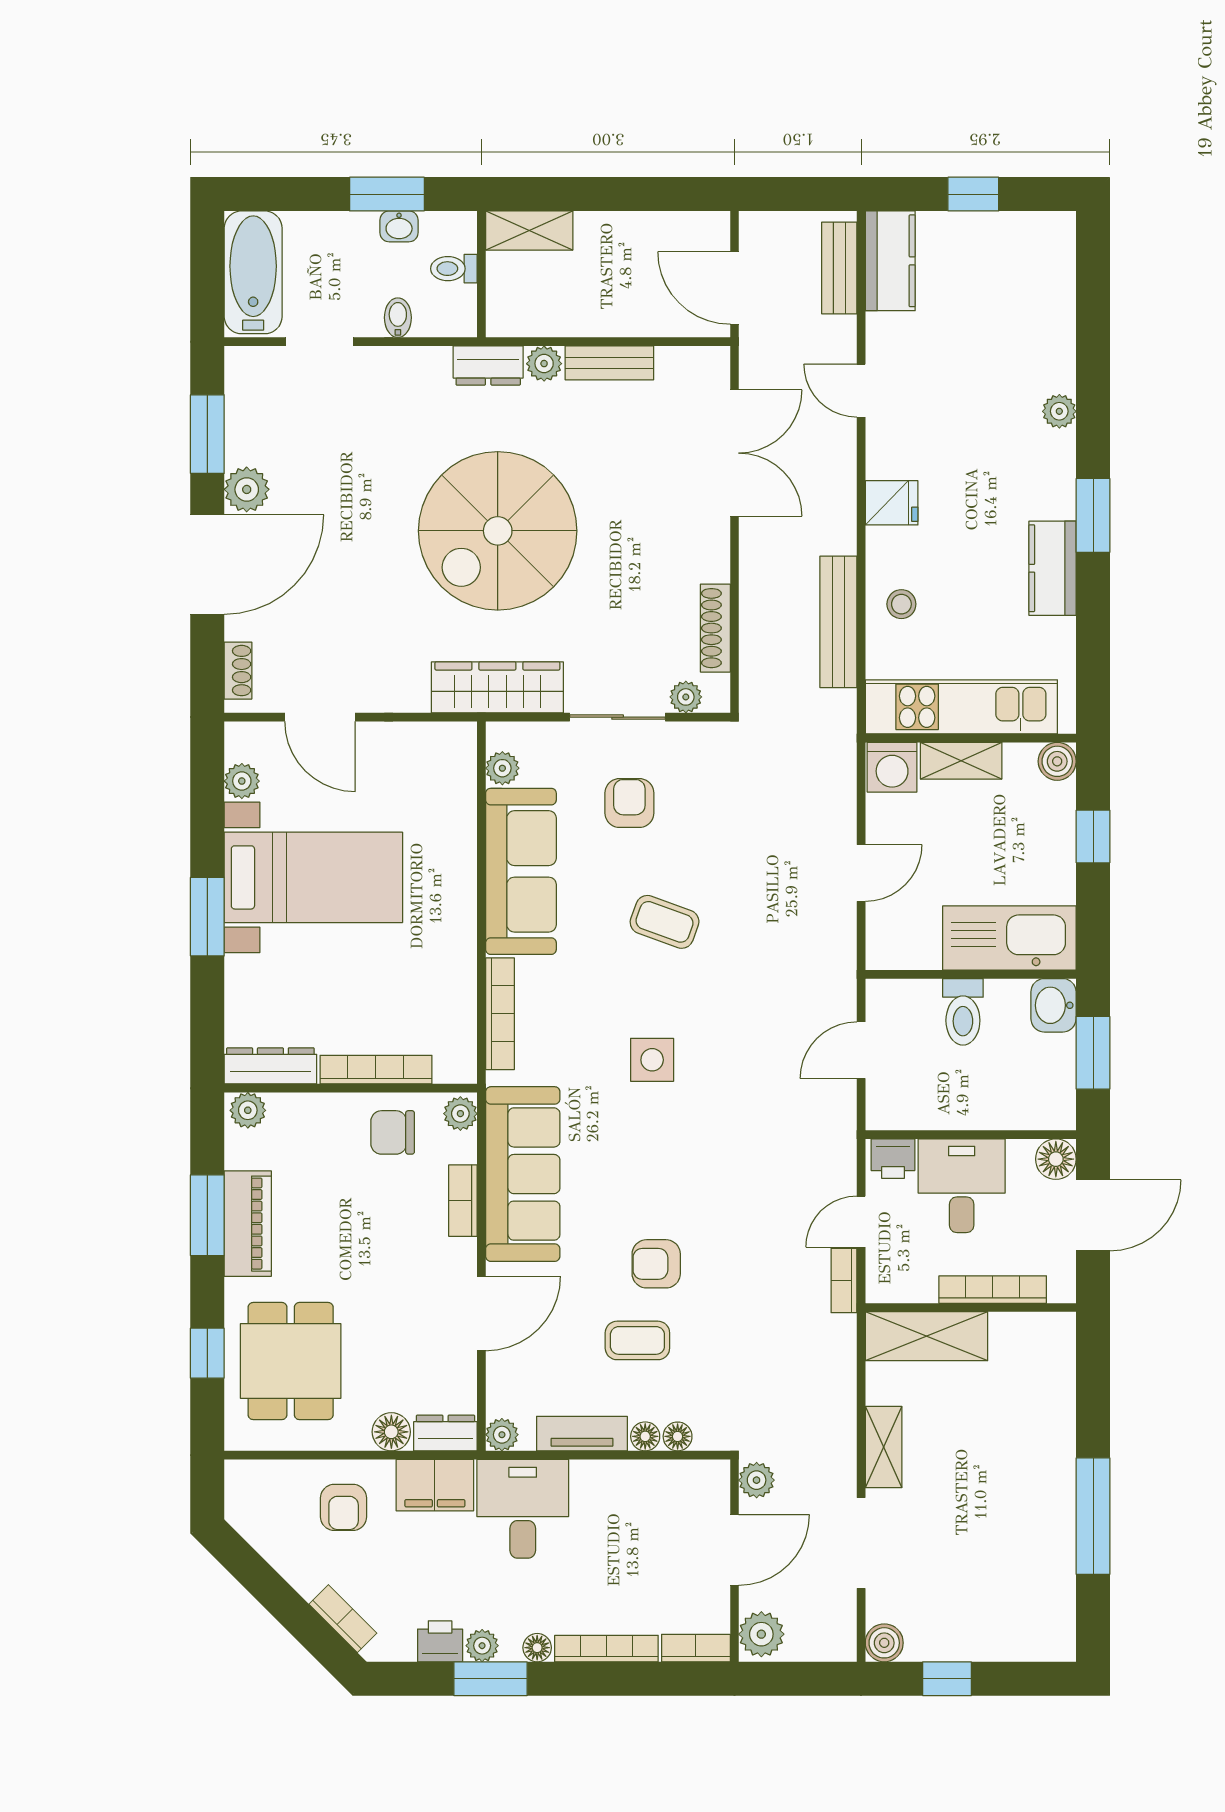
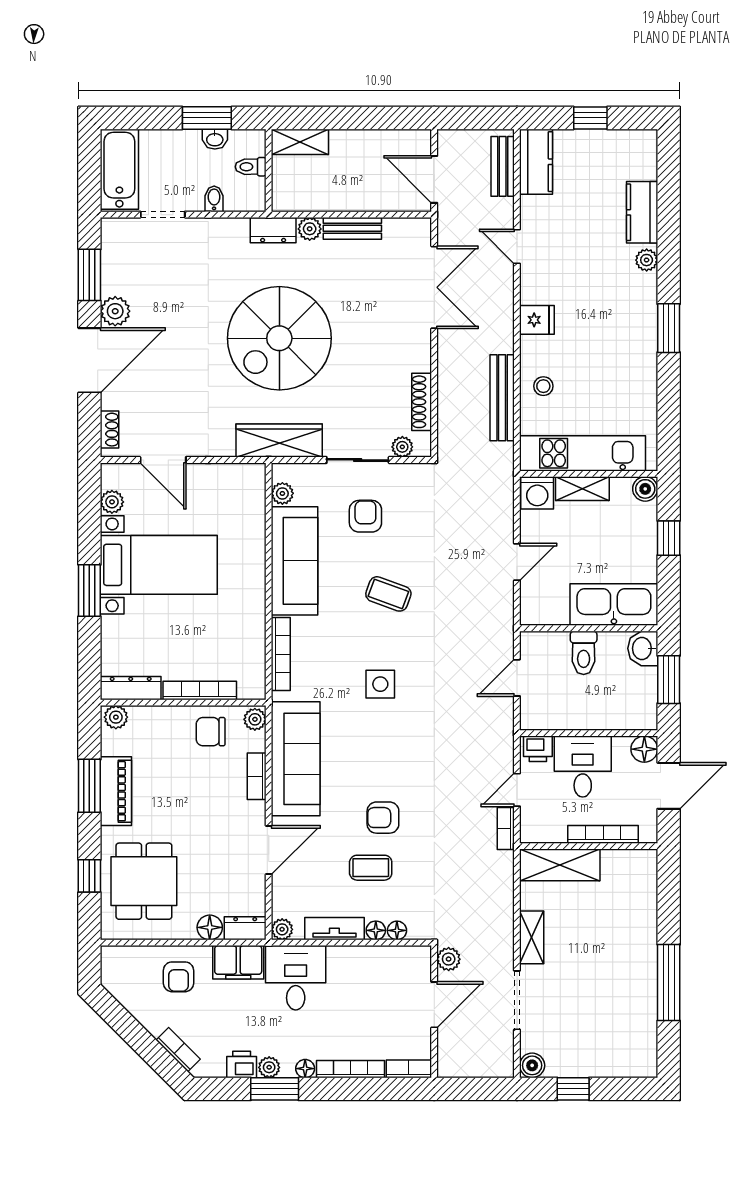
kitchen counter: (1053, 568) -> (642, 212), moved
plant: (761, 1634) -> (452, 1060), removed

